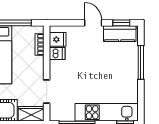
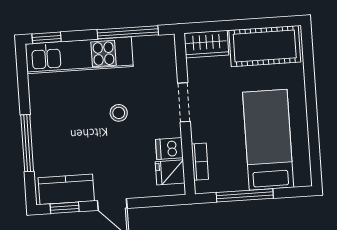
stool: (86, 77) -> (119, 113), added
doorway: (47, 92) -> (184, 102), moved

